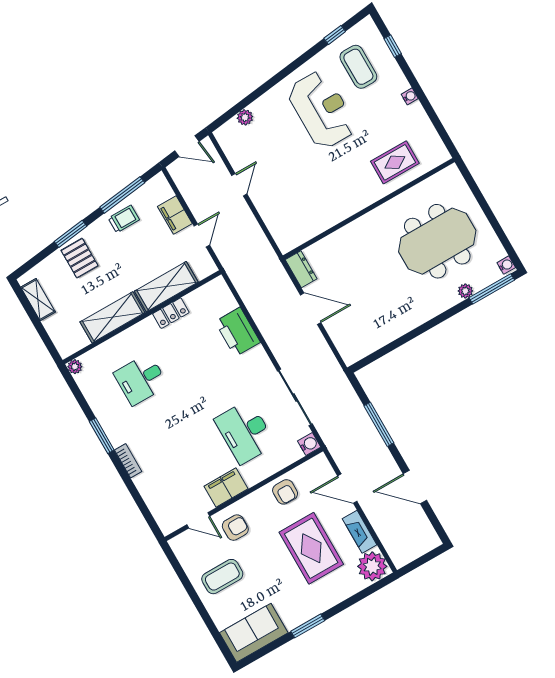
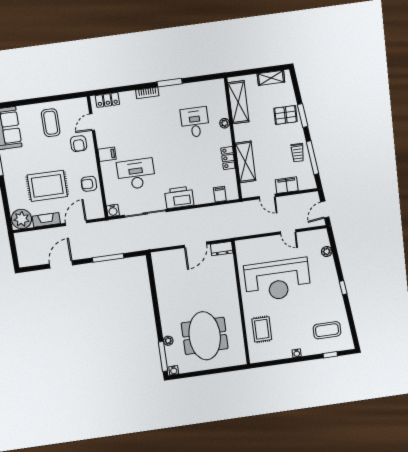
window: (335, 35) -> (343, 288), moved
reception desk: (322, 110) -> (277, 280), moved, width x1.36, depth x1.30
filing cabinet: (226, 304) -> (220, 194), added
shelving: (112, 317) -> (238, 102), moved
printer: (238, 332) -> (179, 197), moved
plant: (75, 367) -> (225, 123), moved
filing cabinet: (226, 487) -> (107, 154), width x0.50
locker: (160, 511) -> (107, 100), added

